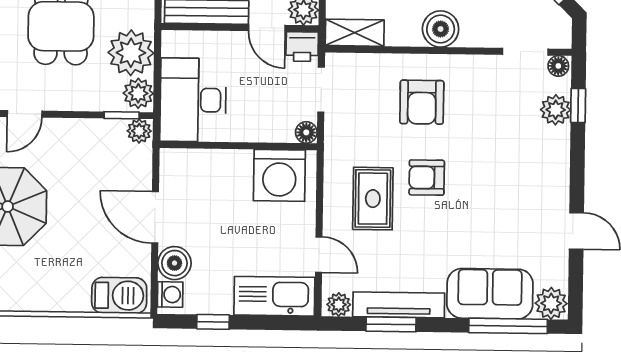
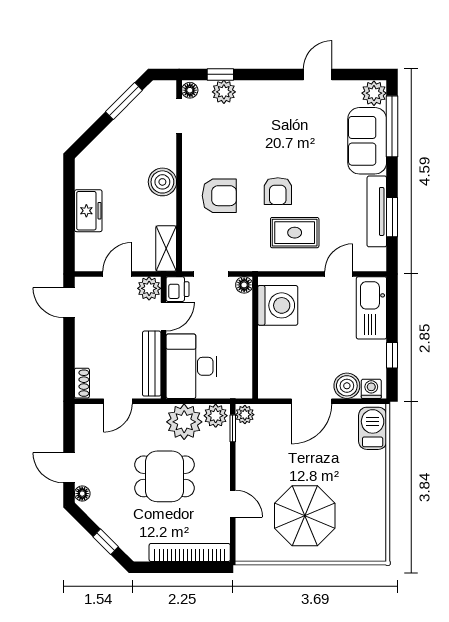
desk: (193, 100) -> (192, 366), moved, turned 90
plant: (339, 305) -> (377, 258), removed

